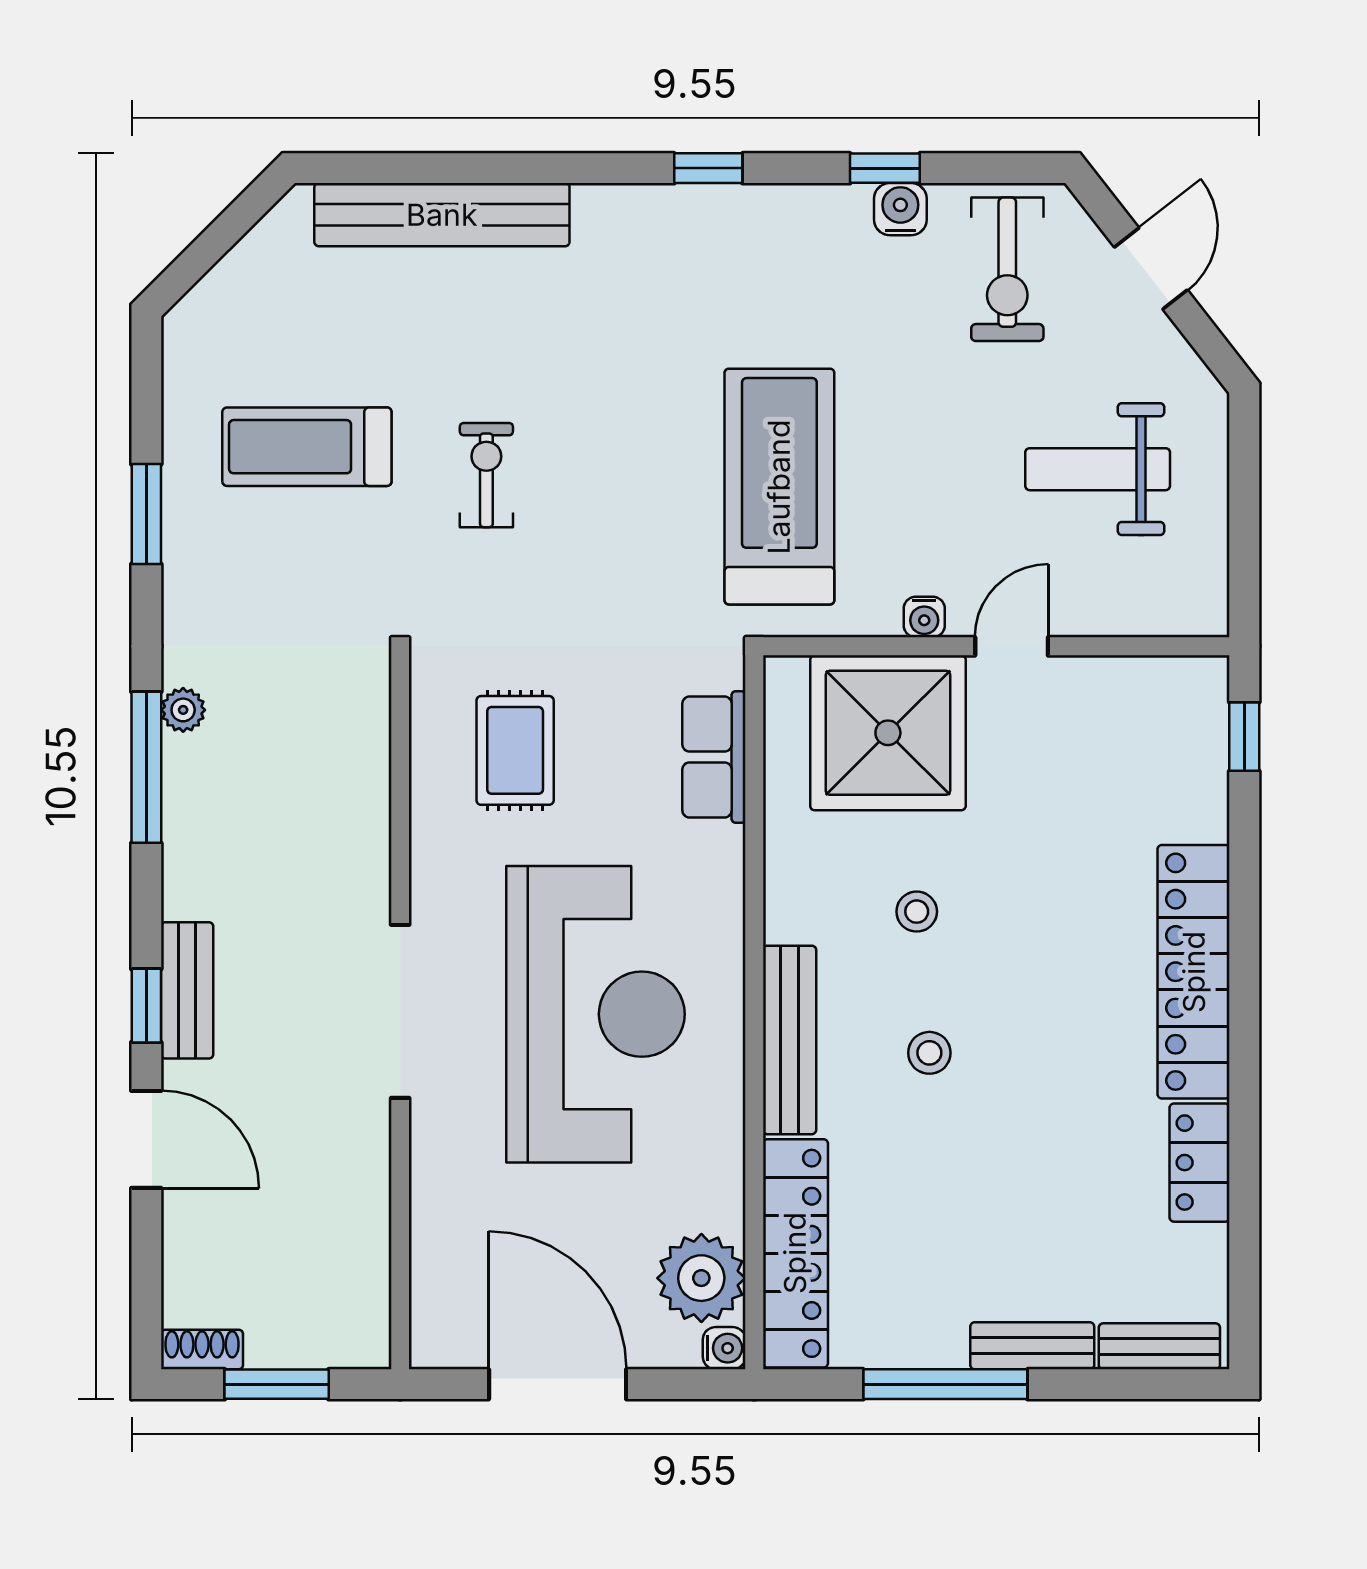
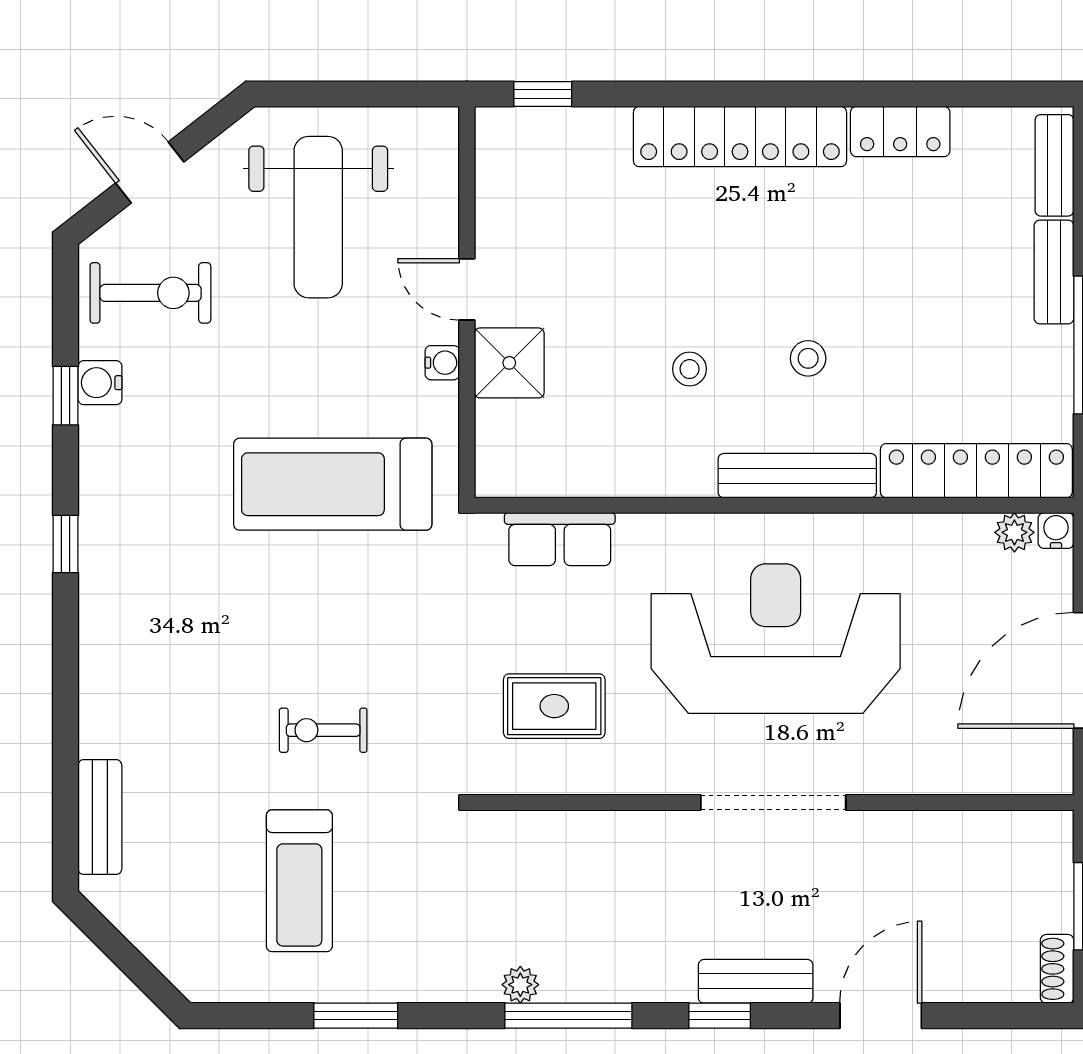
bench: (442, 215) -> (100, 817), width x0.54, depth x0.82
weight bench: (1098, 469) -> (318, 217), width x1.36, depth x1.33
shower: (888, 733) -> (509, 363), width x0.54, depth x0.54
window: (146, 1006) -> (720, 1016), moved
plant: (701, 1278) -> (1014, 532), width x0.53, depth x0.53

